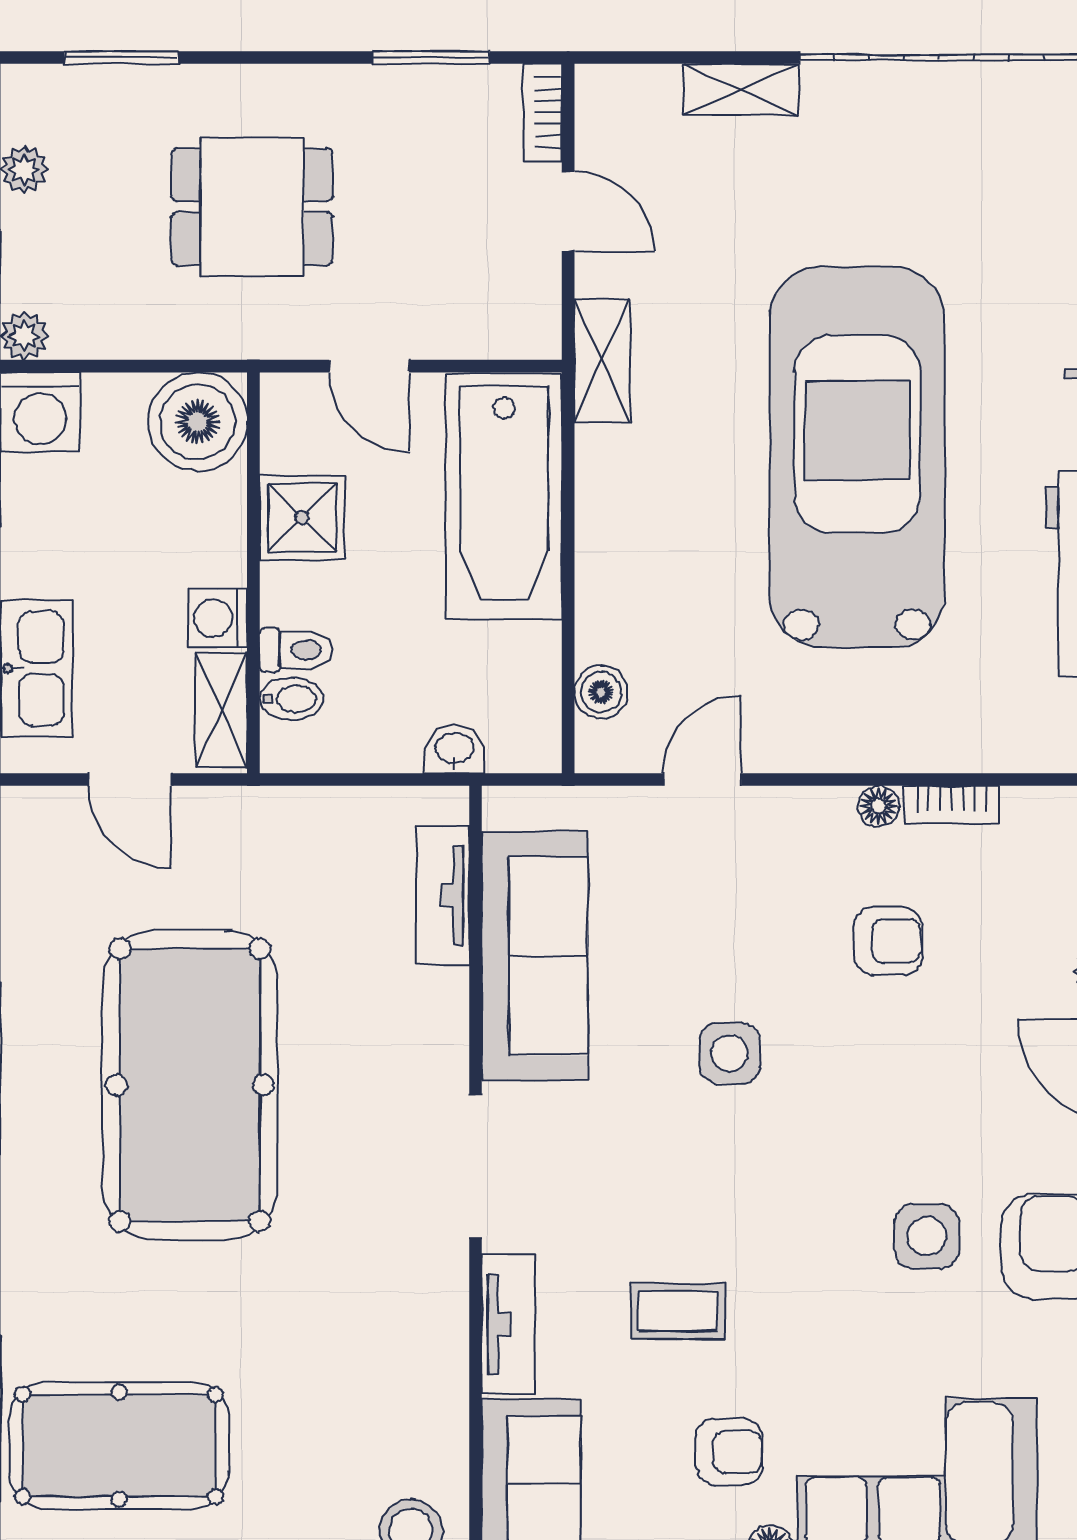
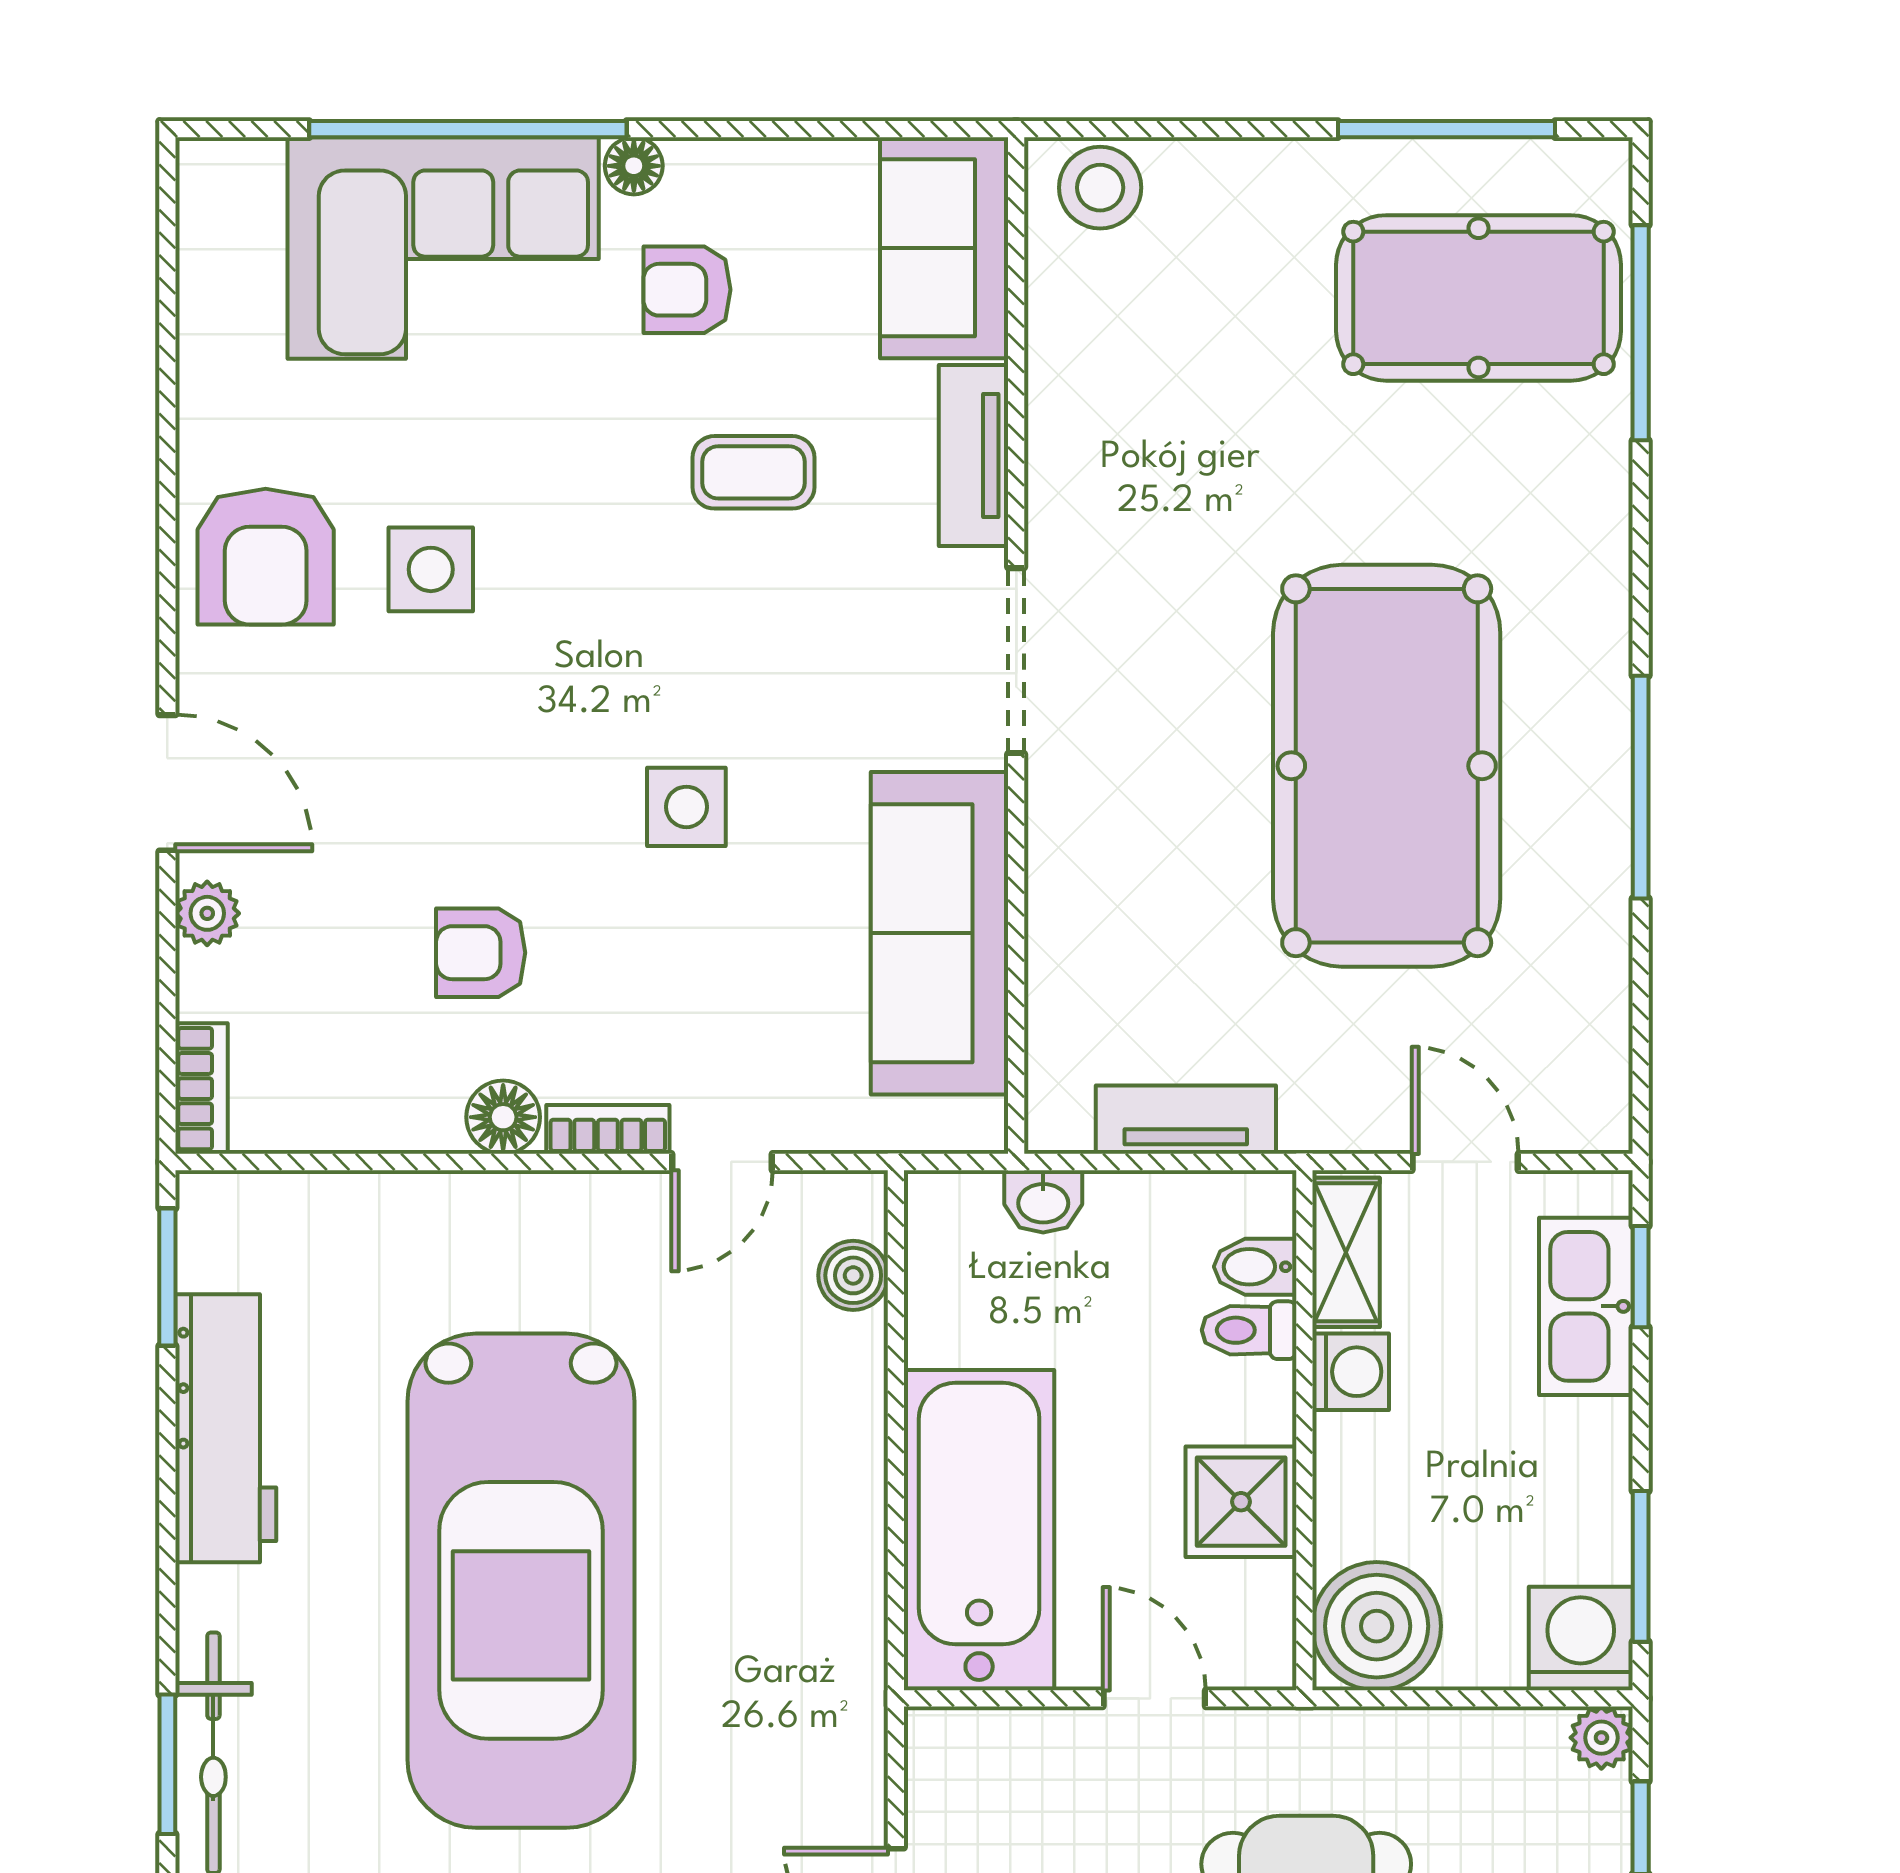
shelving: (602, 361) -> (852, 1705), removed
bookcase: (952, 805) -> (608, 1129), moved
floor lamp: (879, 806) -> (503, 1117), width x1.37, depth x1.37
tv unit: (443, 895) -> (1186, 1120), moved, turned -90

